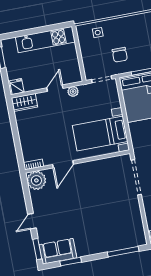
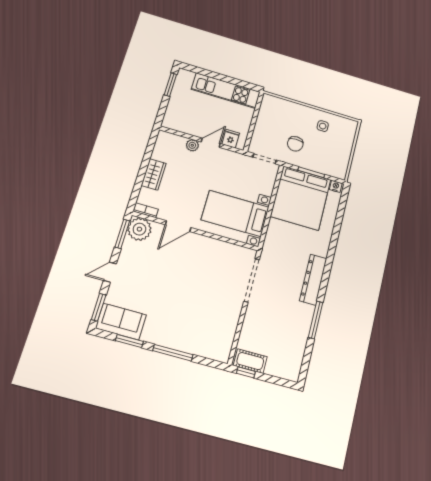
side table: (98, 33) -> (323, 126), moved
fridge: (17, 87) -> (231, 139), moved
plant: (73, 92) -> (192, 145), moved
wardrobe: (24, 103) -> (154, 174), moved, turned -90
window: (26, 190) -> (122, 234), added
window: (123, 252) -> (173, 353), moved

